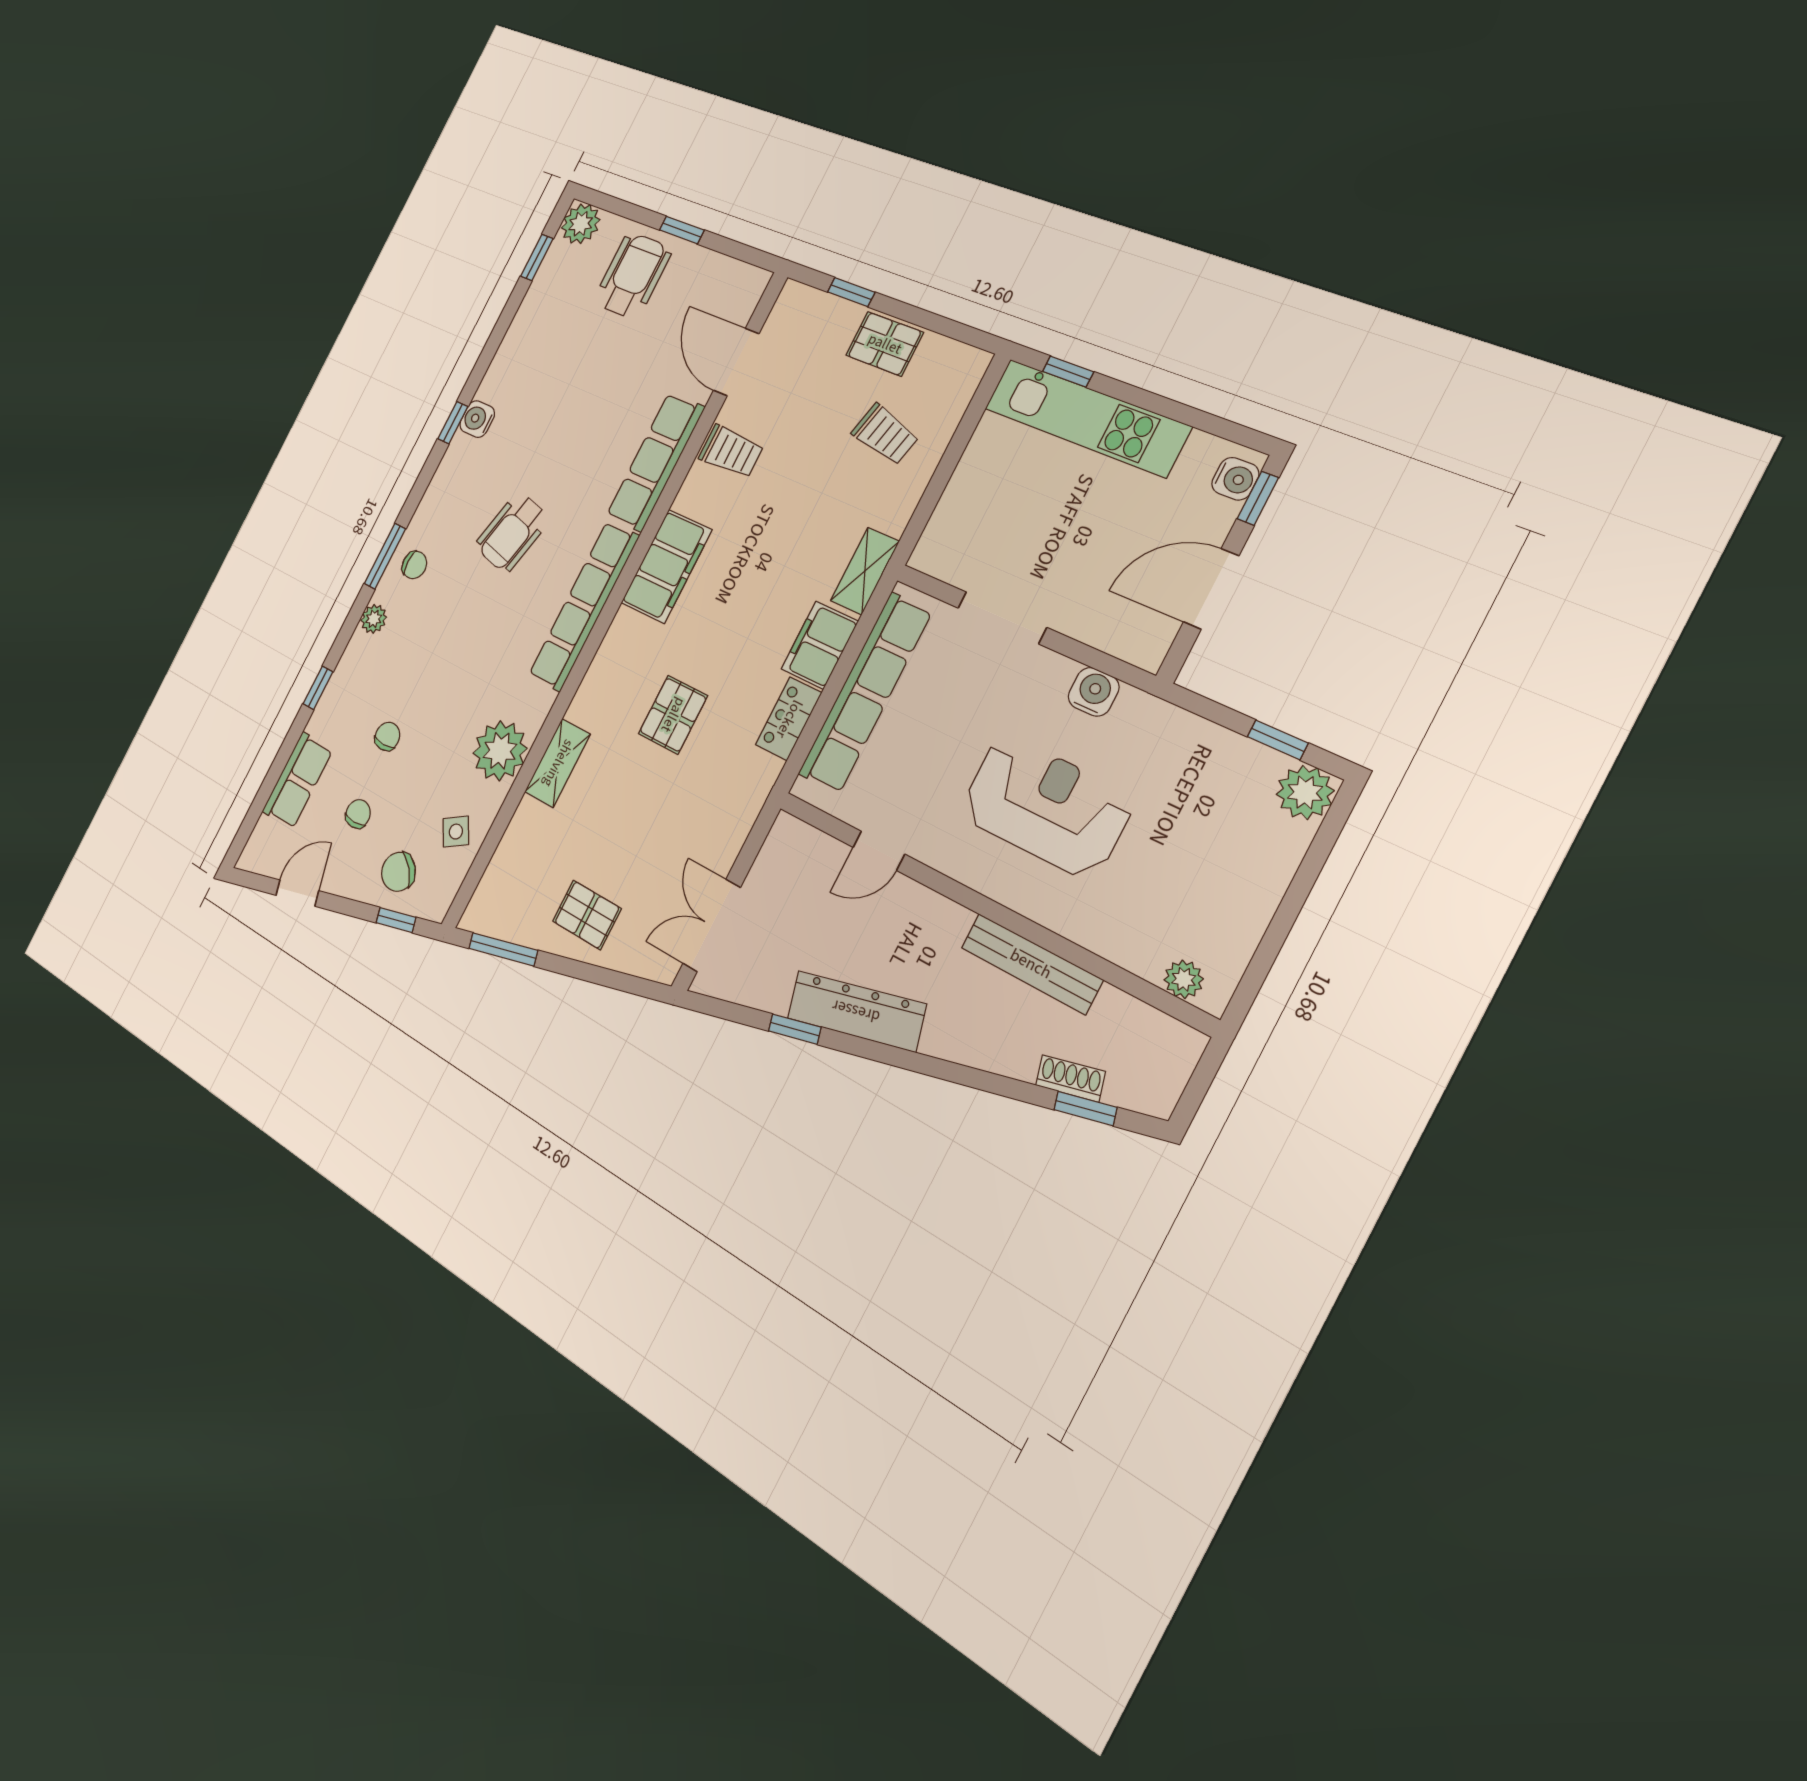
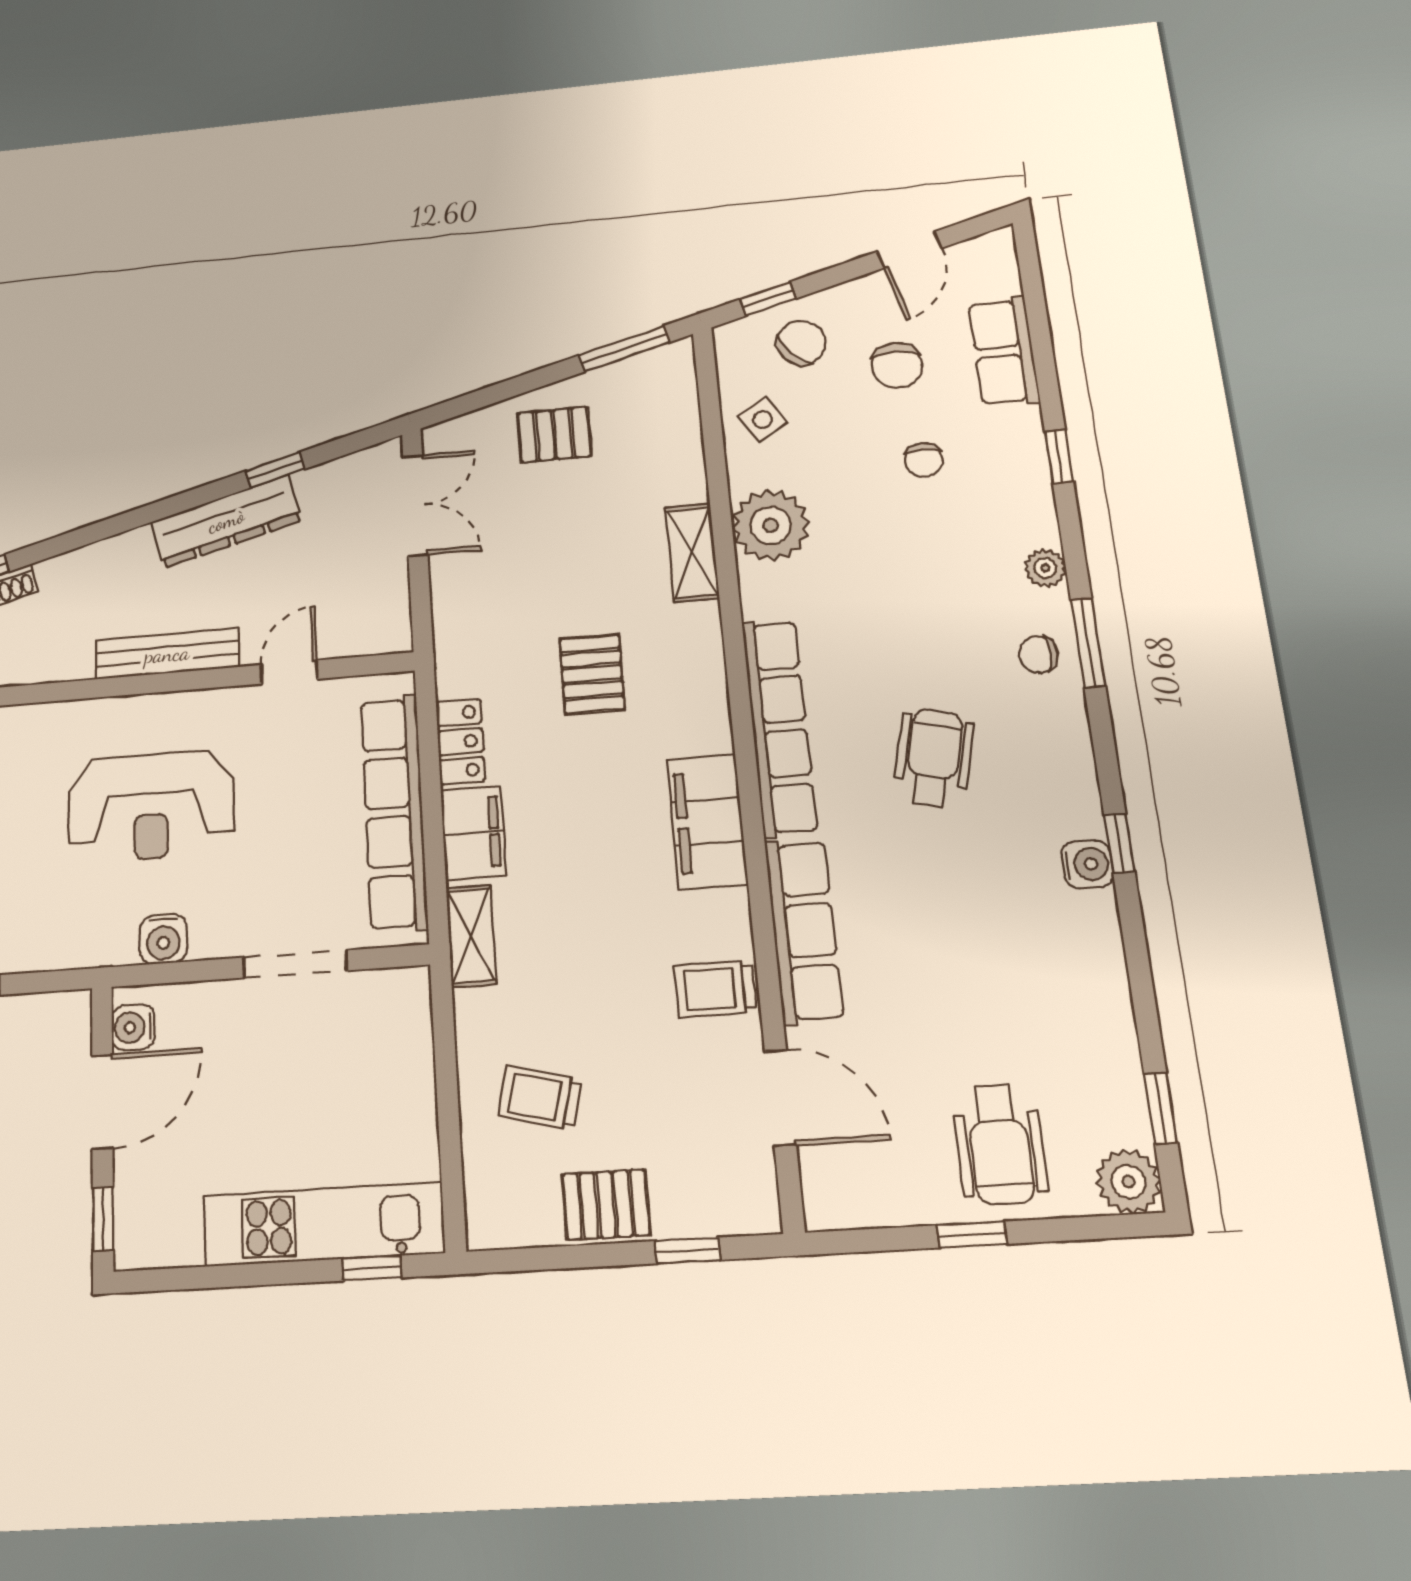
water cooler: (1235, 479) -> (133, 1027), moved
chair: (358, 814) -> (897, 366), width x1.37, depth x1.37
bench: (1031, 964) -> (167, 654), moved

